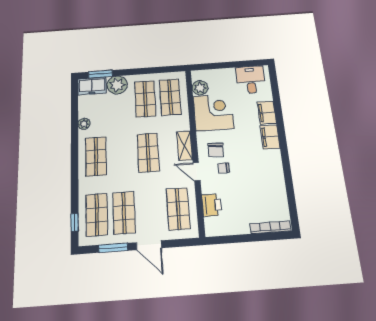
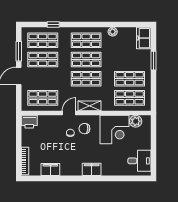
window: (100, 74) -> (154, 61), moved
plant: (117, 85) -> (143, 58), removed
filing cabinet: (267, 113) -> (50, 170), moved
shop shelf: (122, 154) -> (86, 59), added
printer: (212, 205) -> (29, 122), moved
window: (75, 222) -> (53, 25), moved

